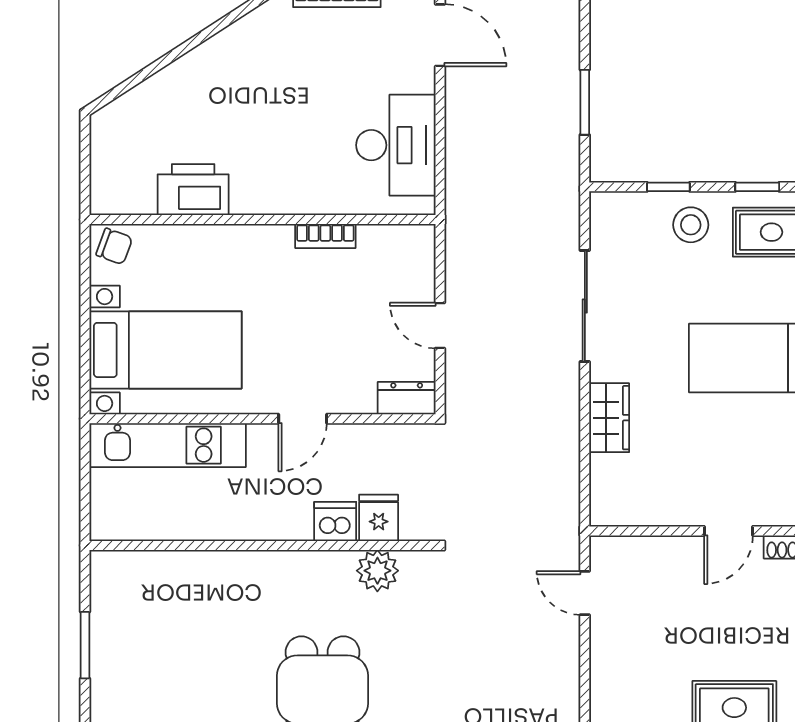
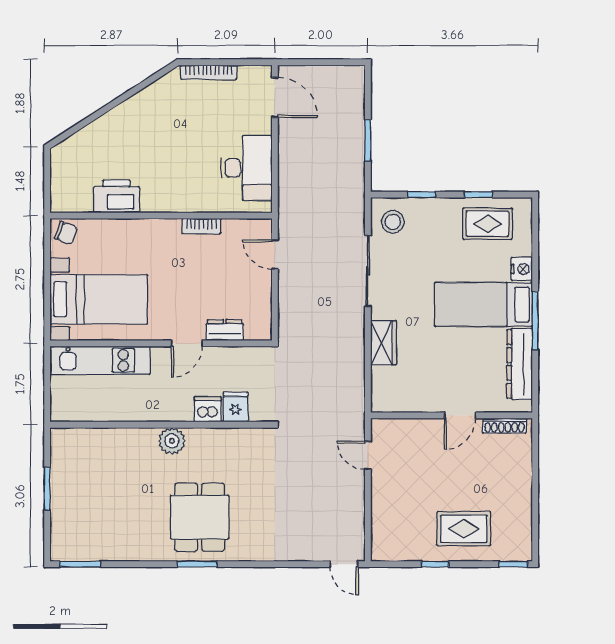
stool: (691, 225) -> (393, 222), moved
door: (440, 326) -> (275, 254), moved
dresser: (407, 398) -> (225, 330), moved
plant: (377, 571) -> (172, 441), moved

